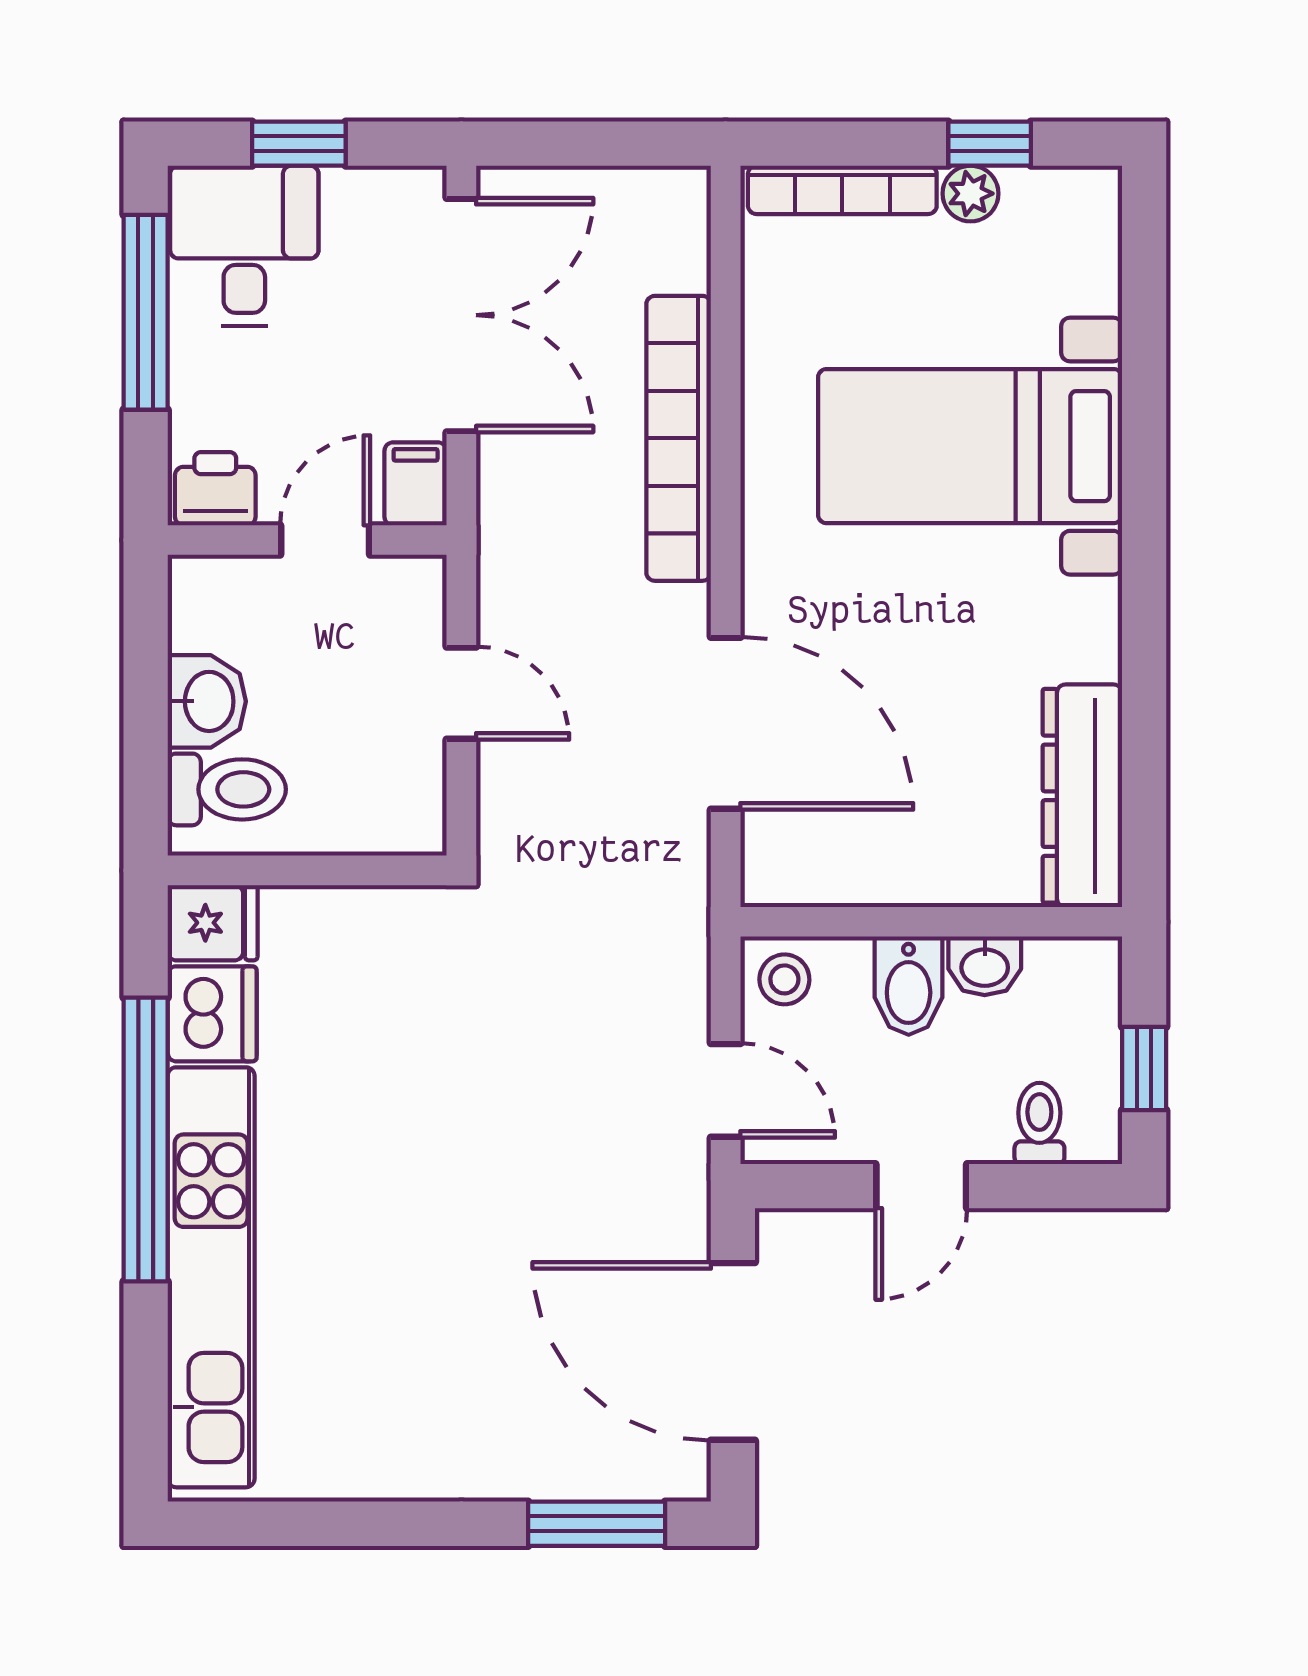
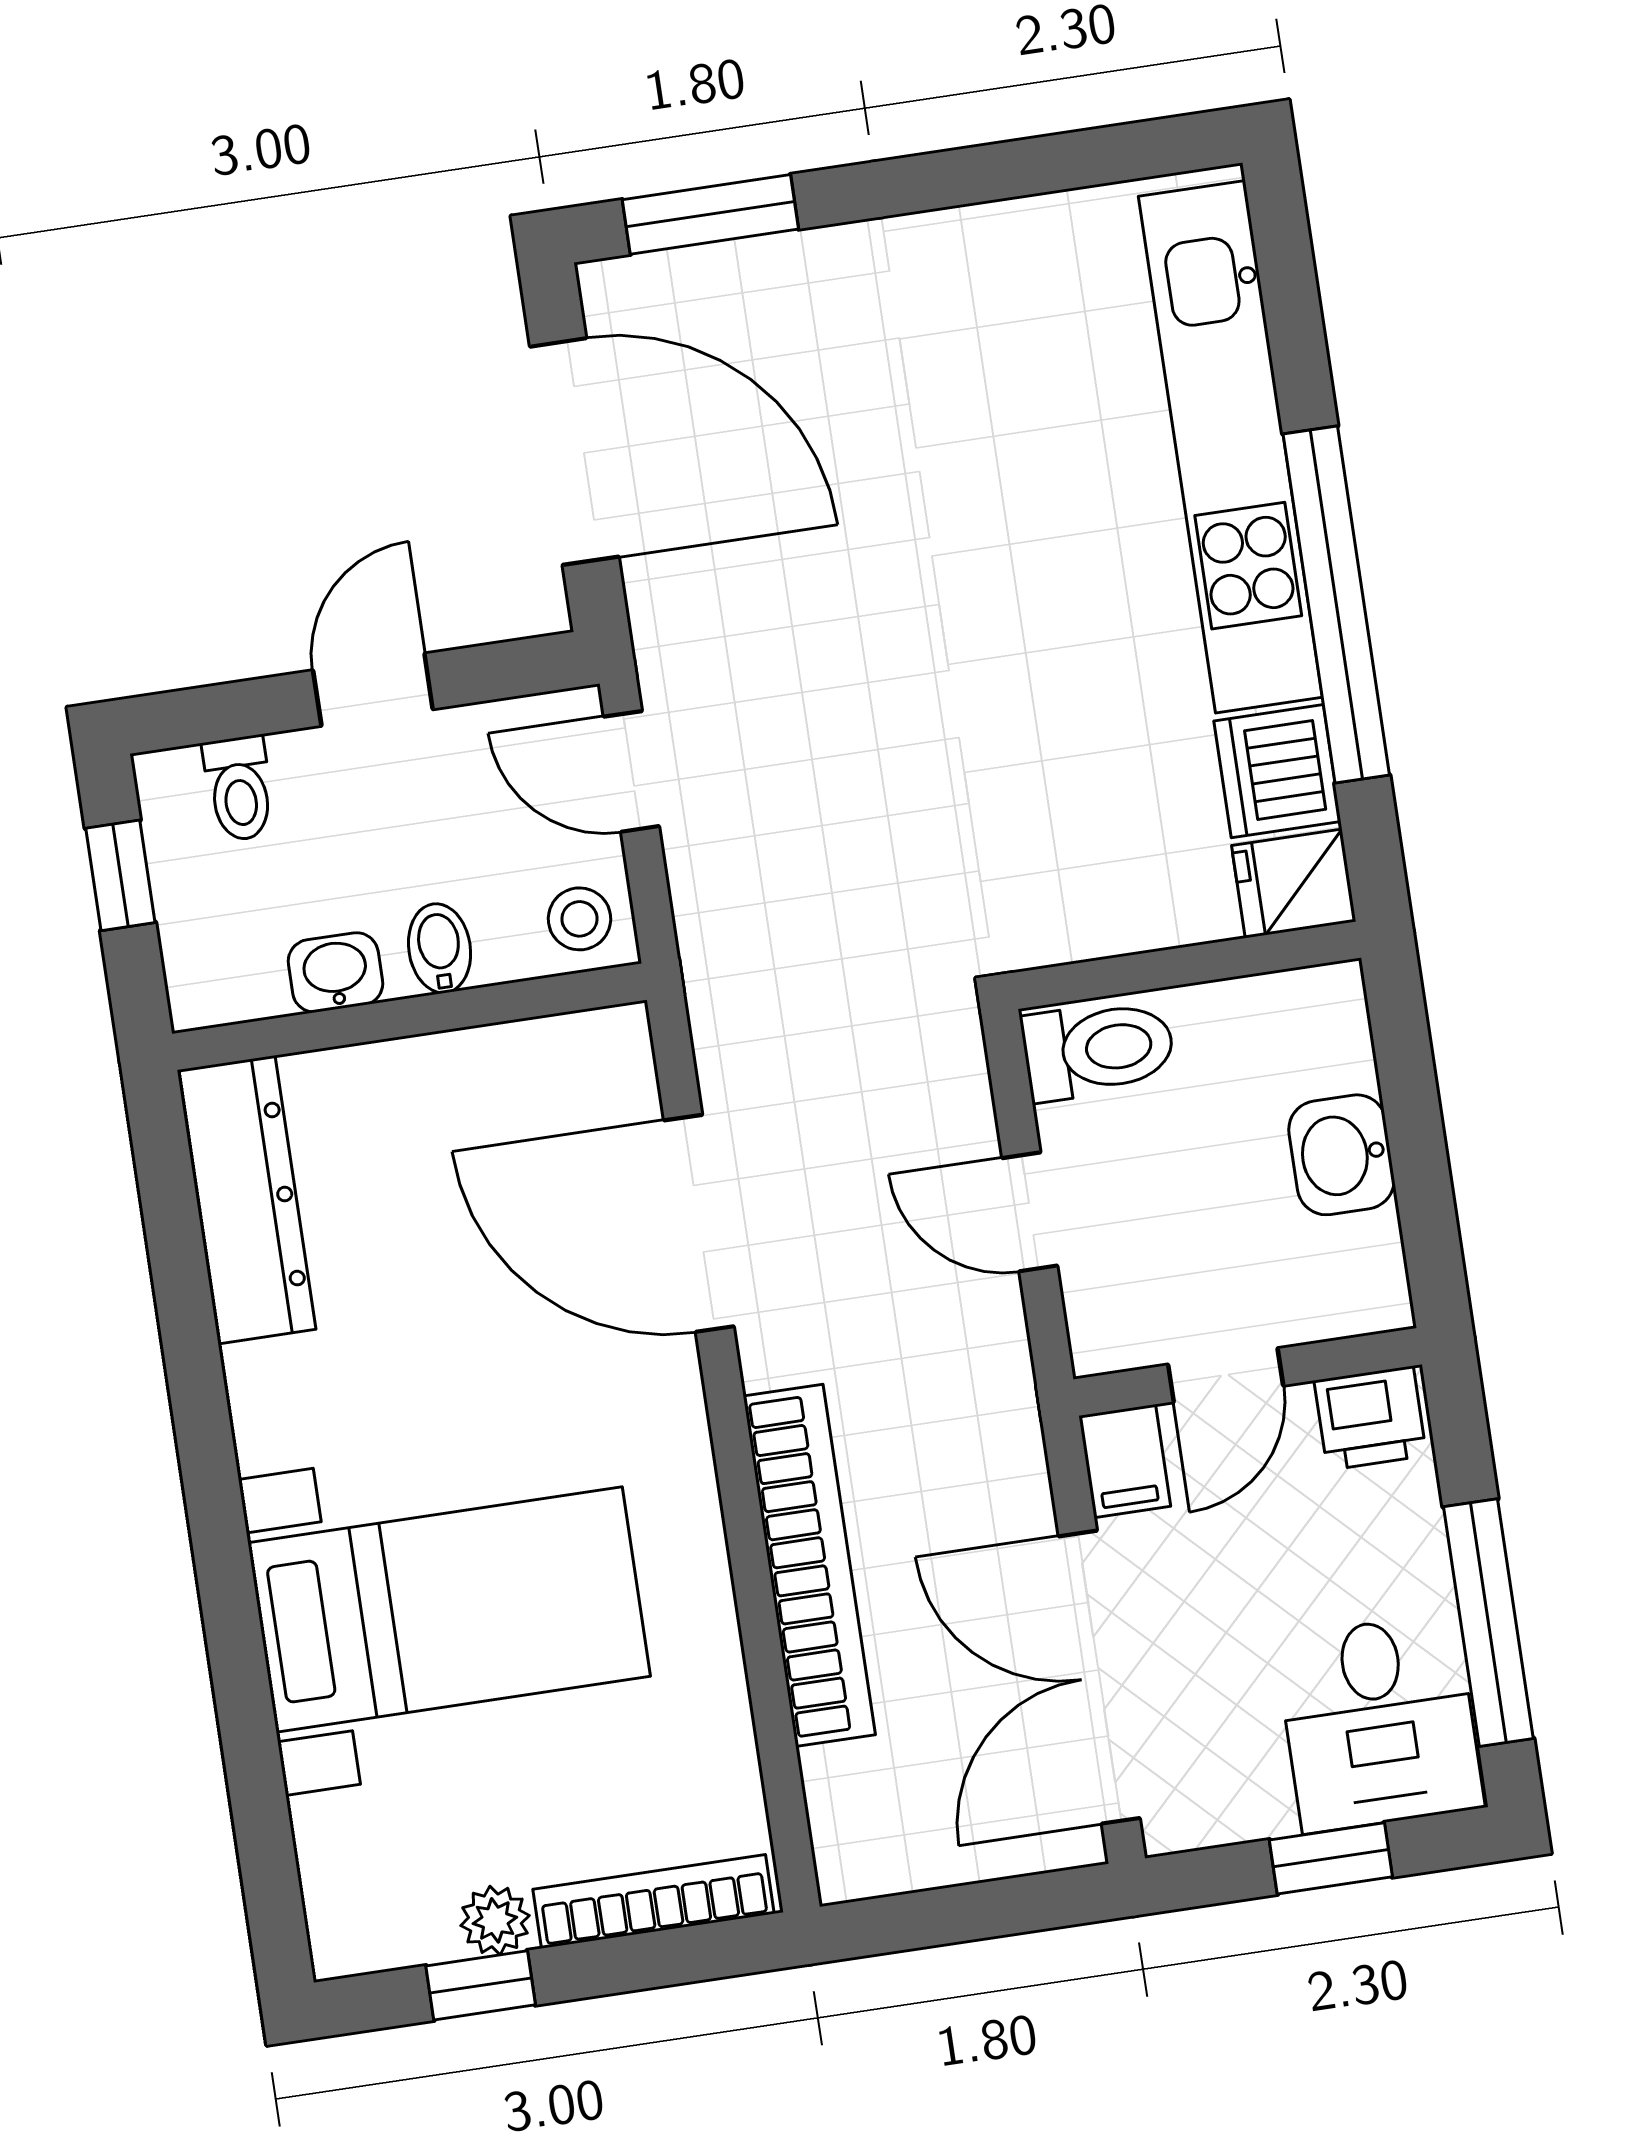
toilet: (227, 789) -> (1098, 1049), moved, turned 180
bidet: (909, 986) -> (440, 948), width x0.72, depth x0.74

